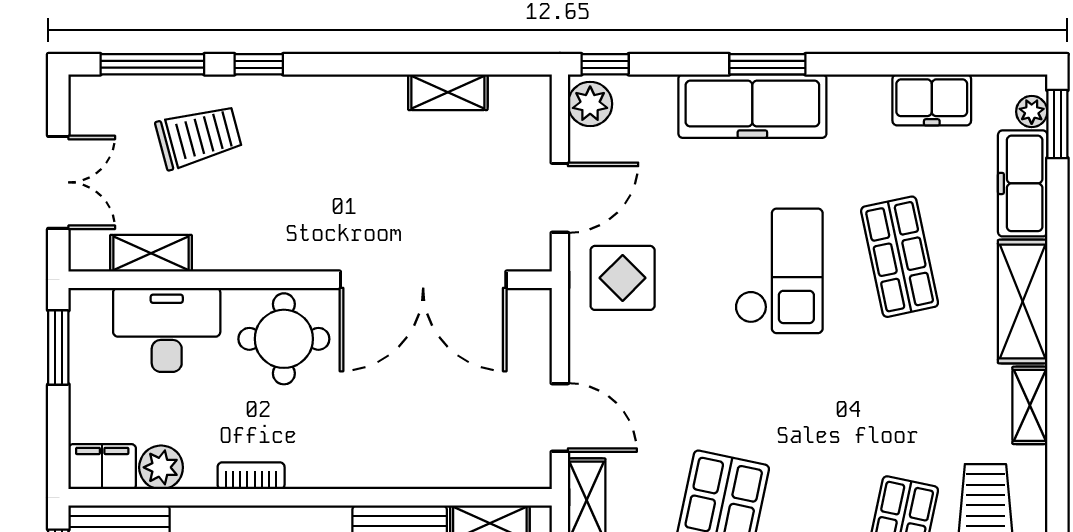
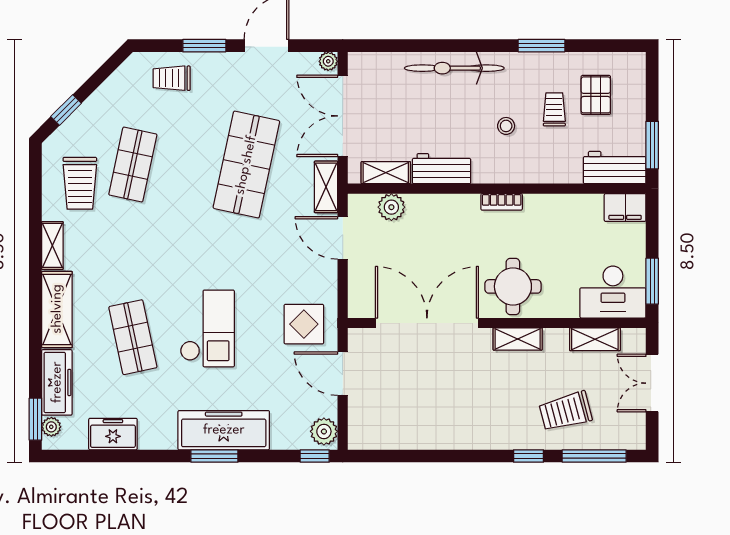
shelving: (448, 92) -> (518, 339), moved
door: (560, 198) -> (343, 374), hinge flipped
checkout: (779, 271) -> (207, 328), turned 180
desk: (167, 330) -> (613, 292), moved
plant: (161, 467) -> (391, 207), moved
bookcase: (251, 476) -> (502, 202), moved

